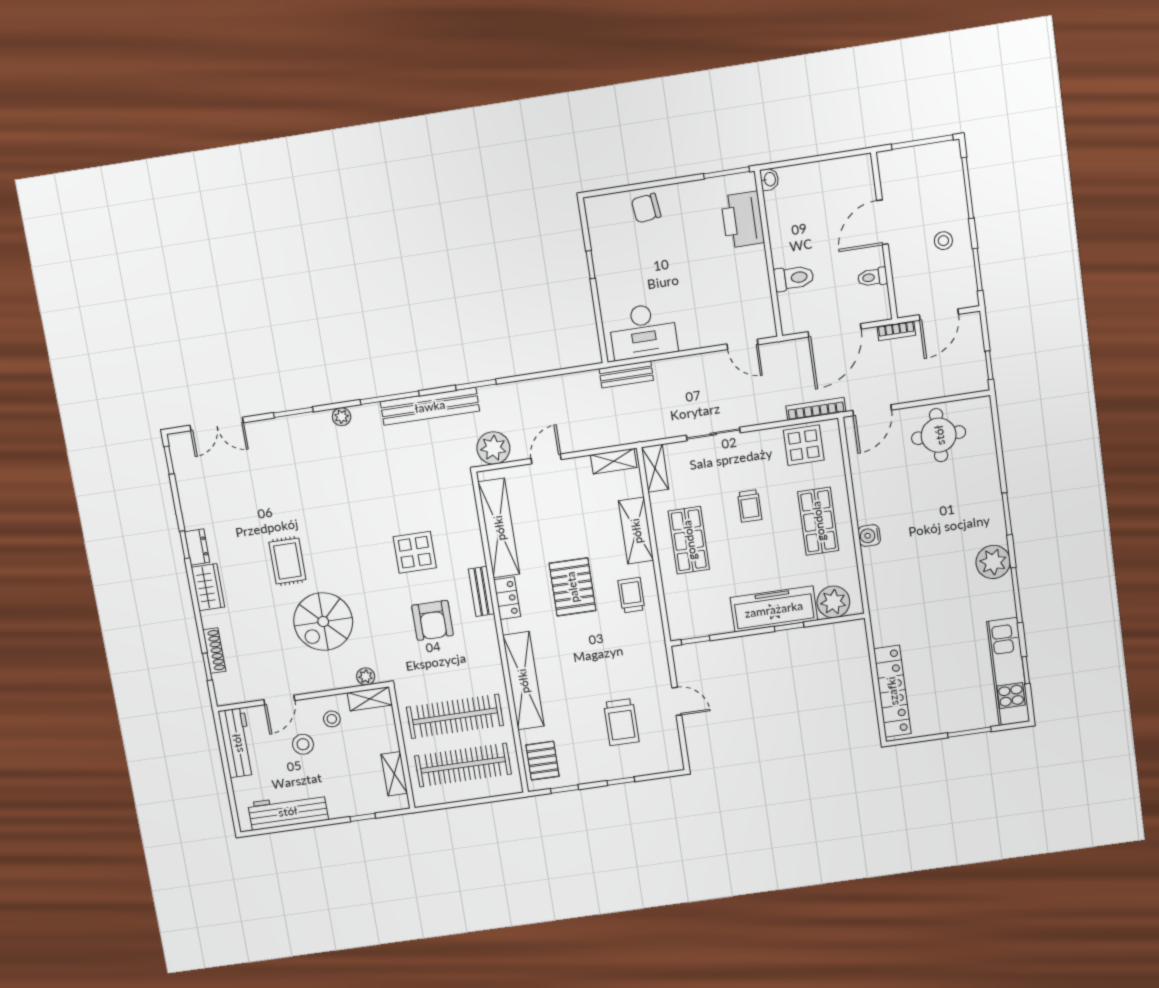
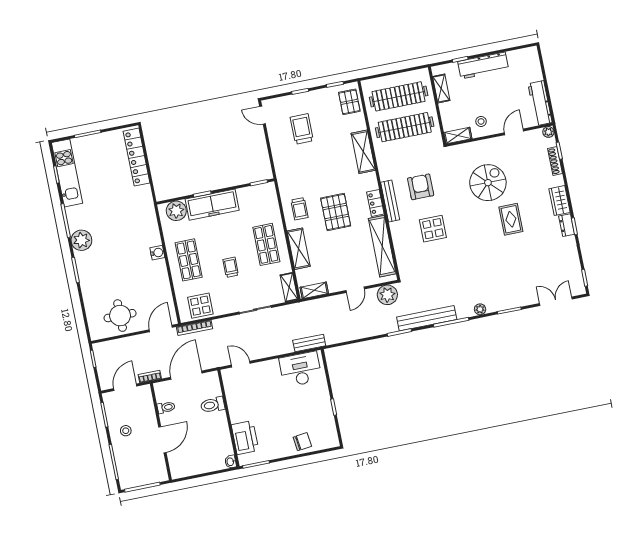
bench: (481, 591) -> (390, 201), width x1.36
plant: (366, 676) -> (548, 132), moved
shelving: (523, 681) -> (363, 152), width x0.68
door: (677, 701) -> (262, 115), moved
stool: (303, 744) -> (499, 104), removed
workbench: (288, 811) -> (483, 66), moved

